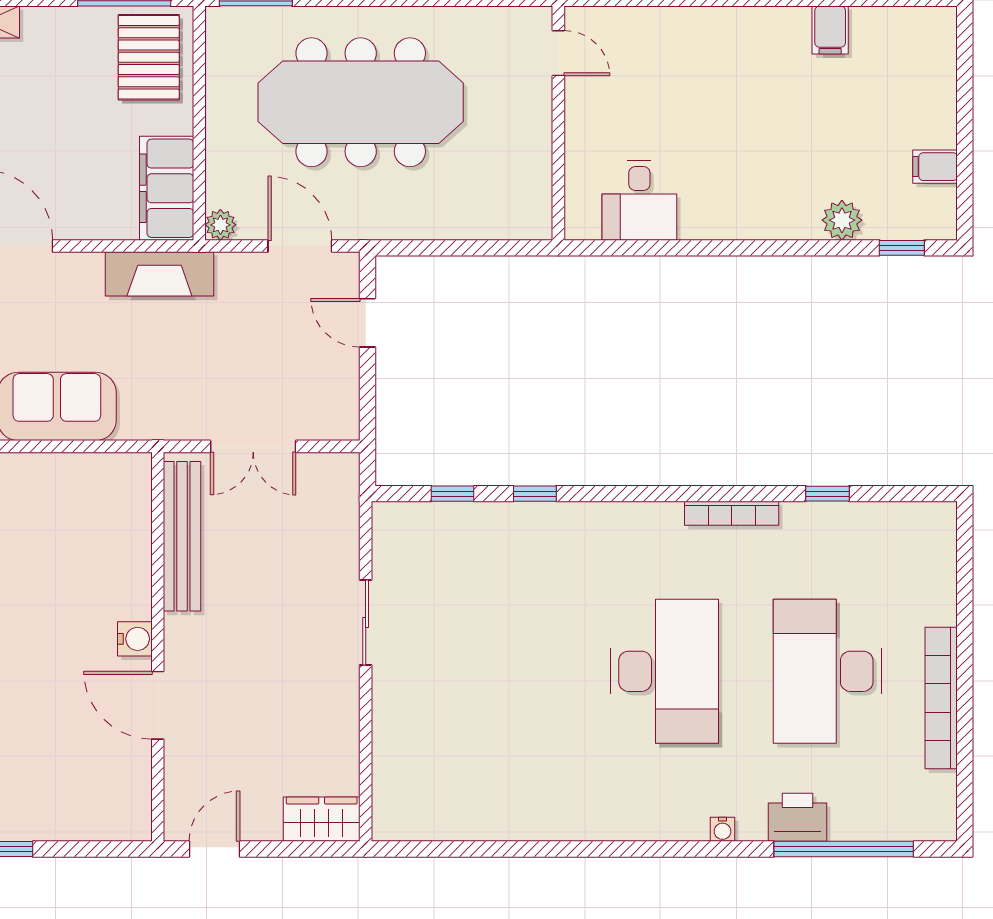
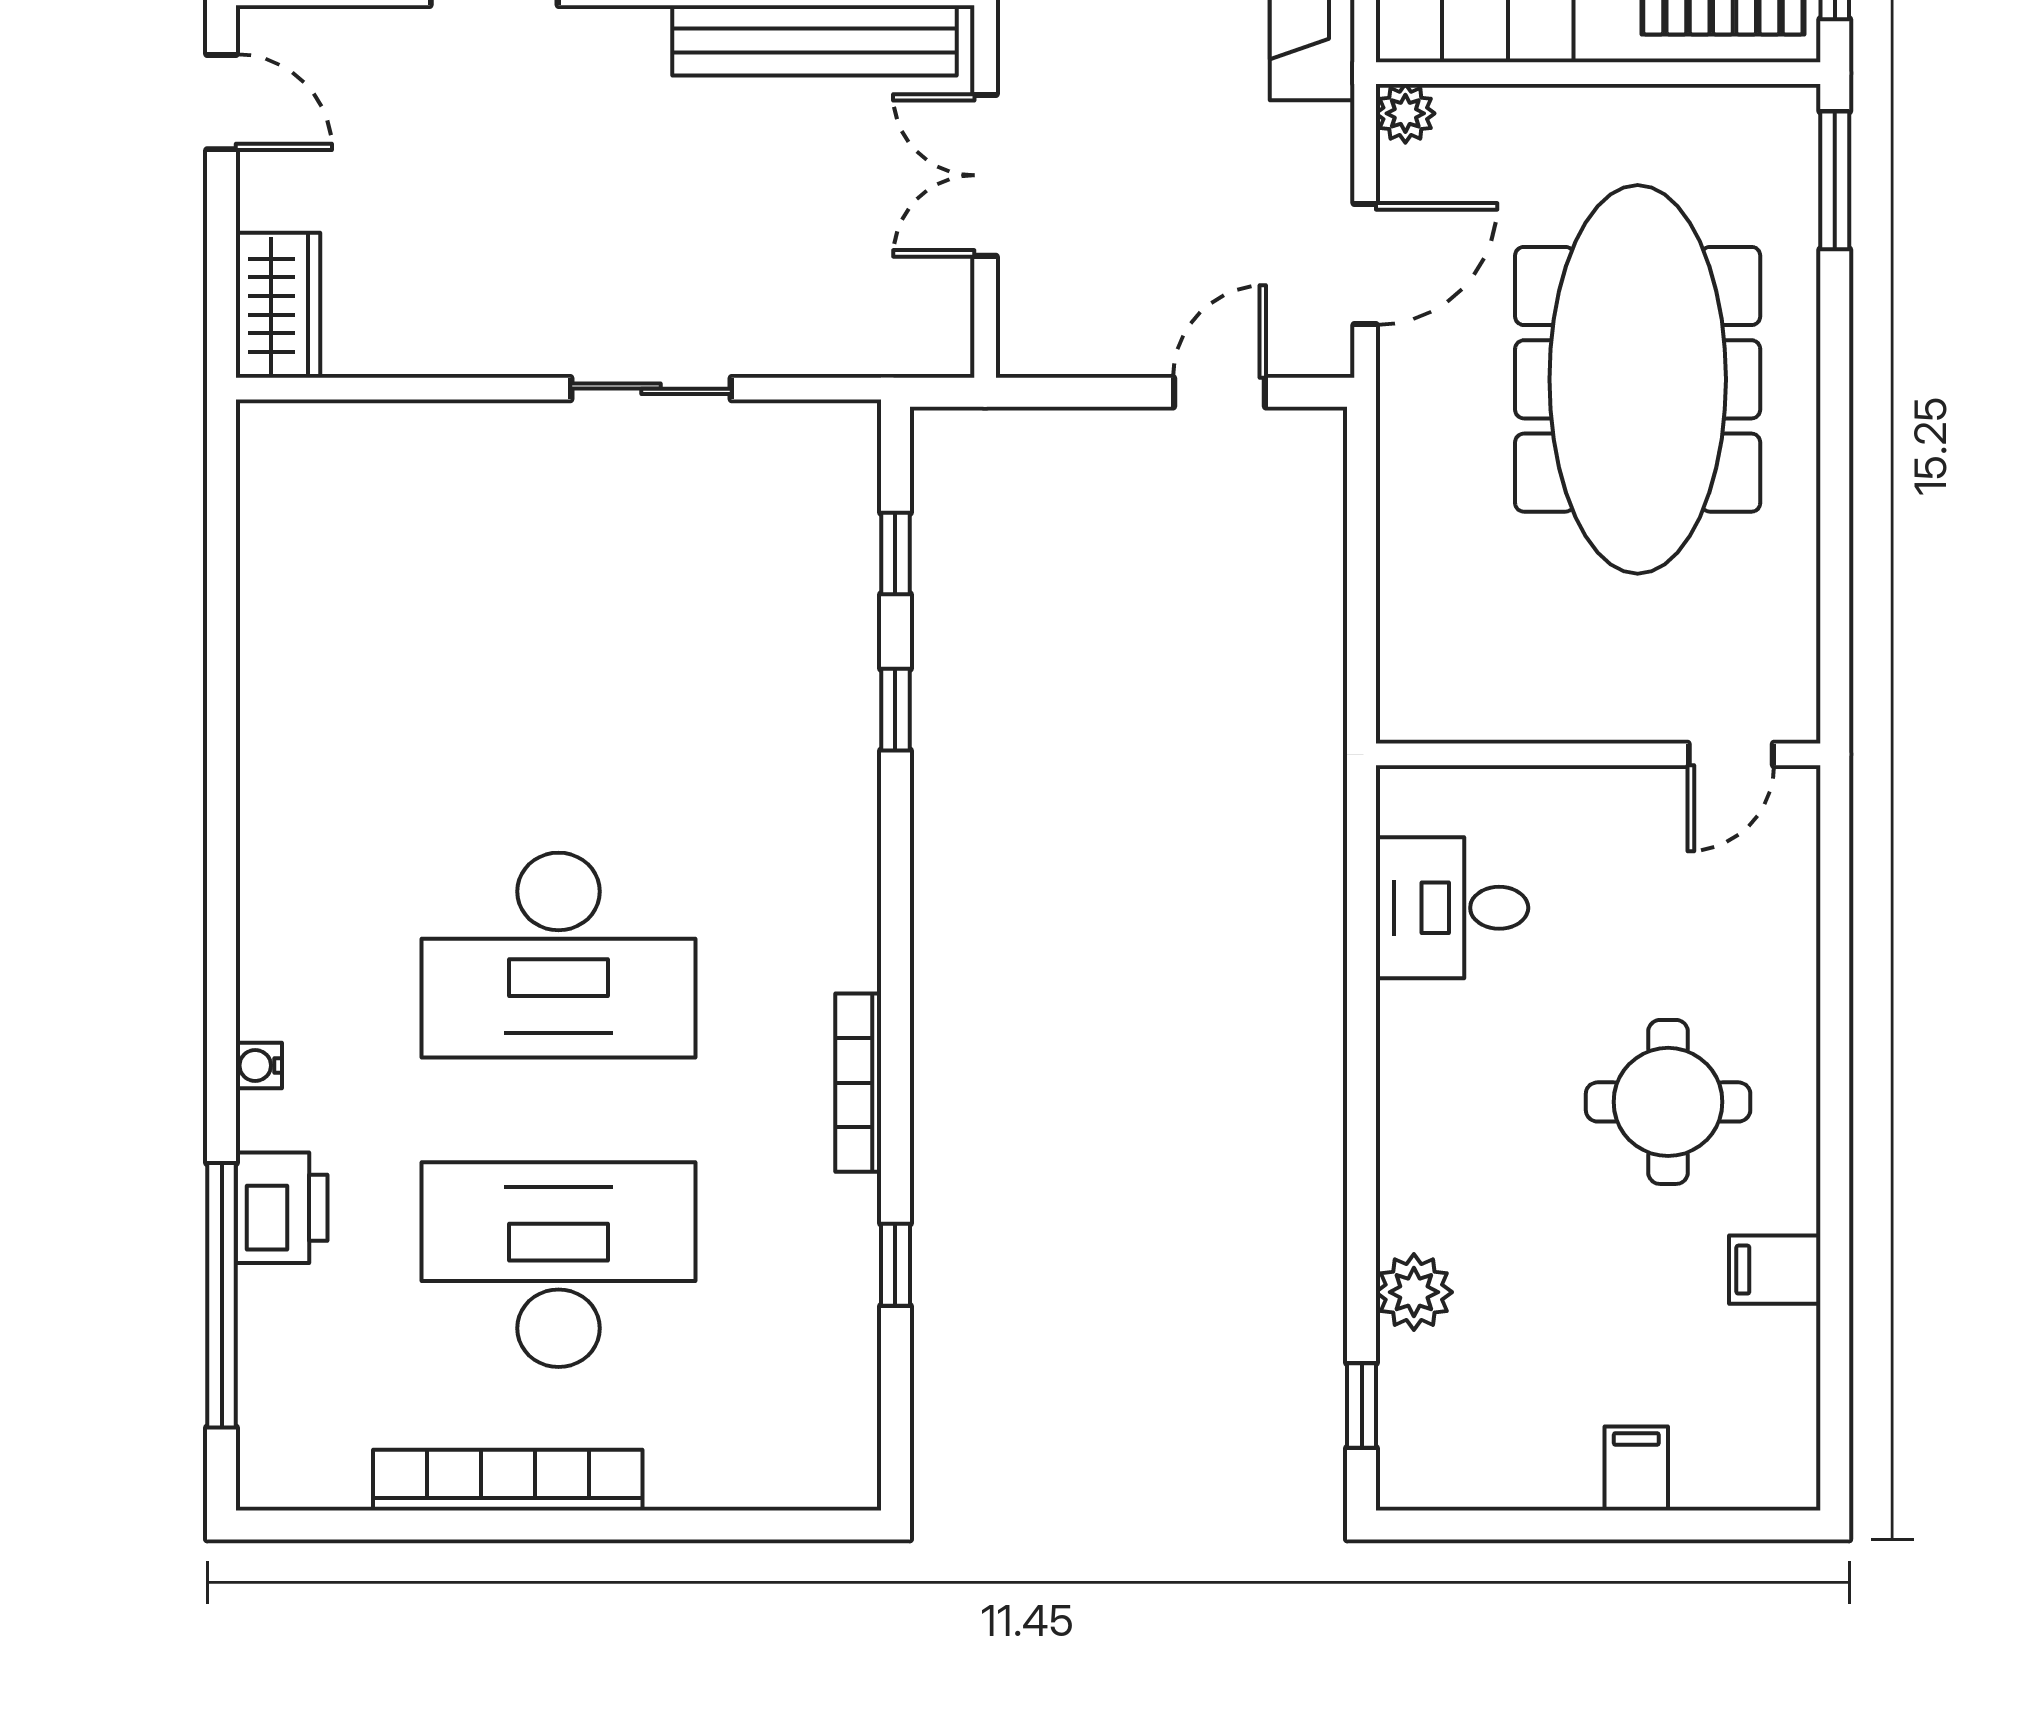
round table: (742, 86) -> (1668, 1102), added
filing cabinet: (935, 167) -> (1636, 1468), moved

